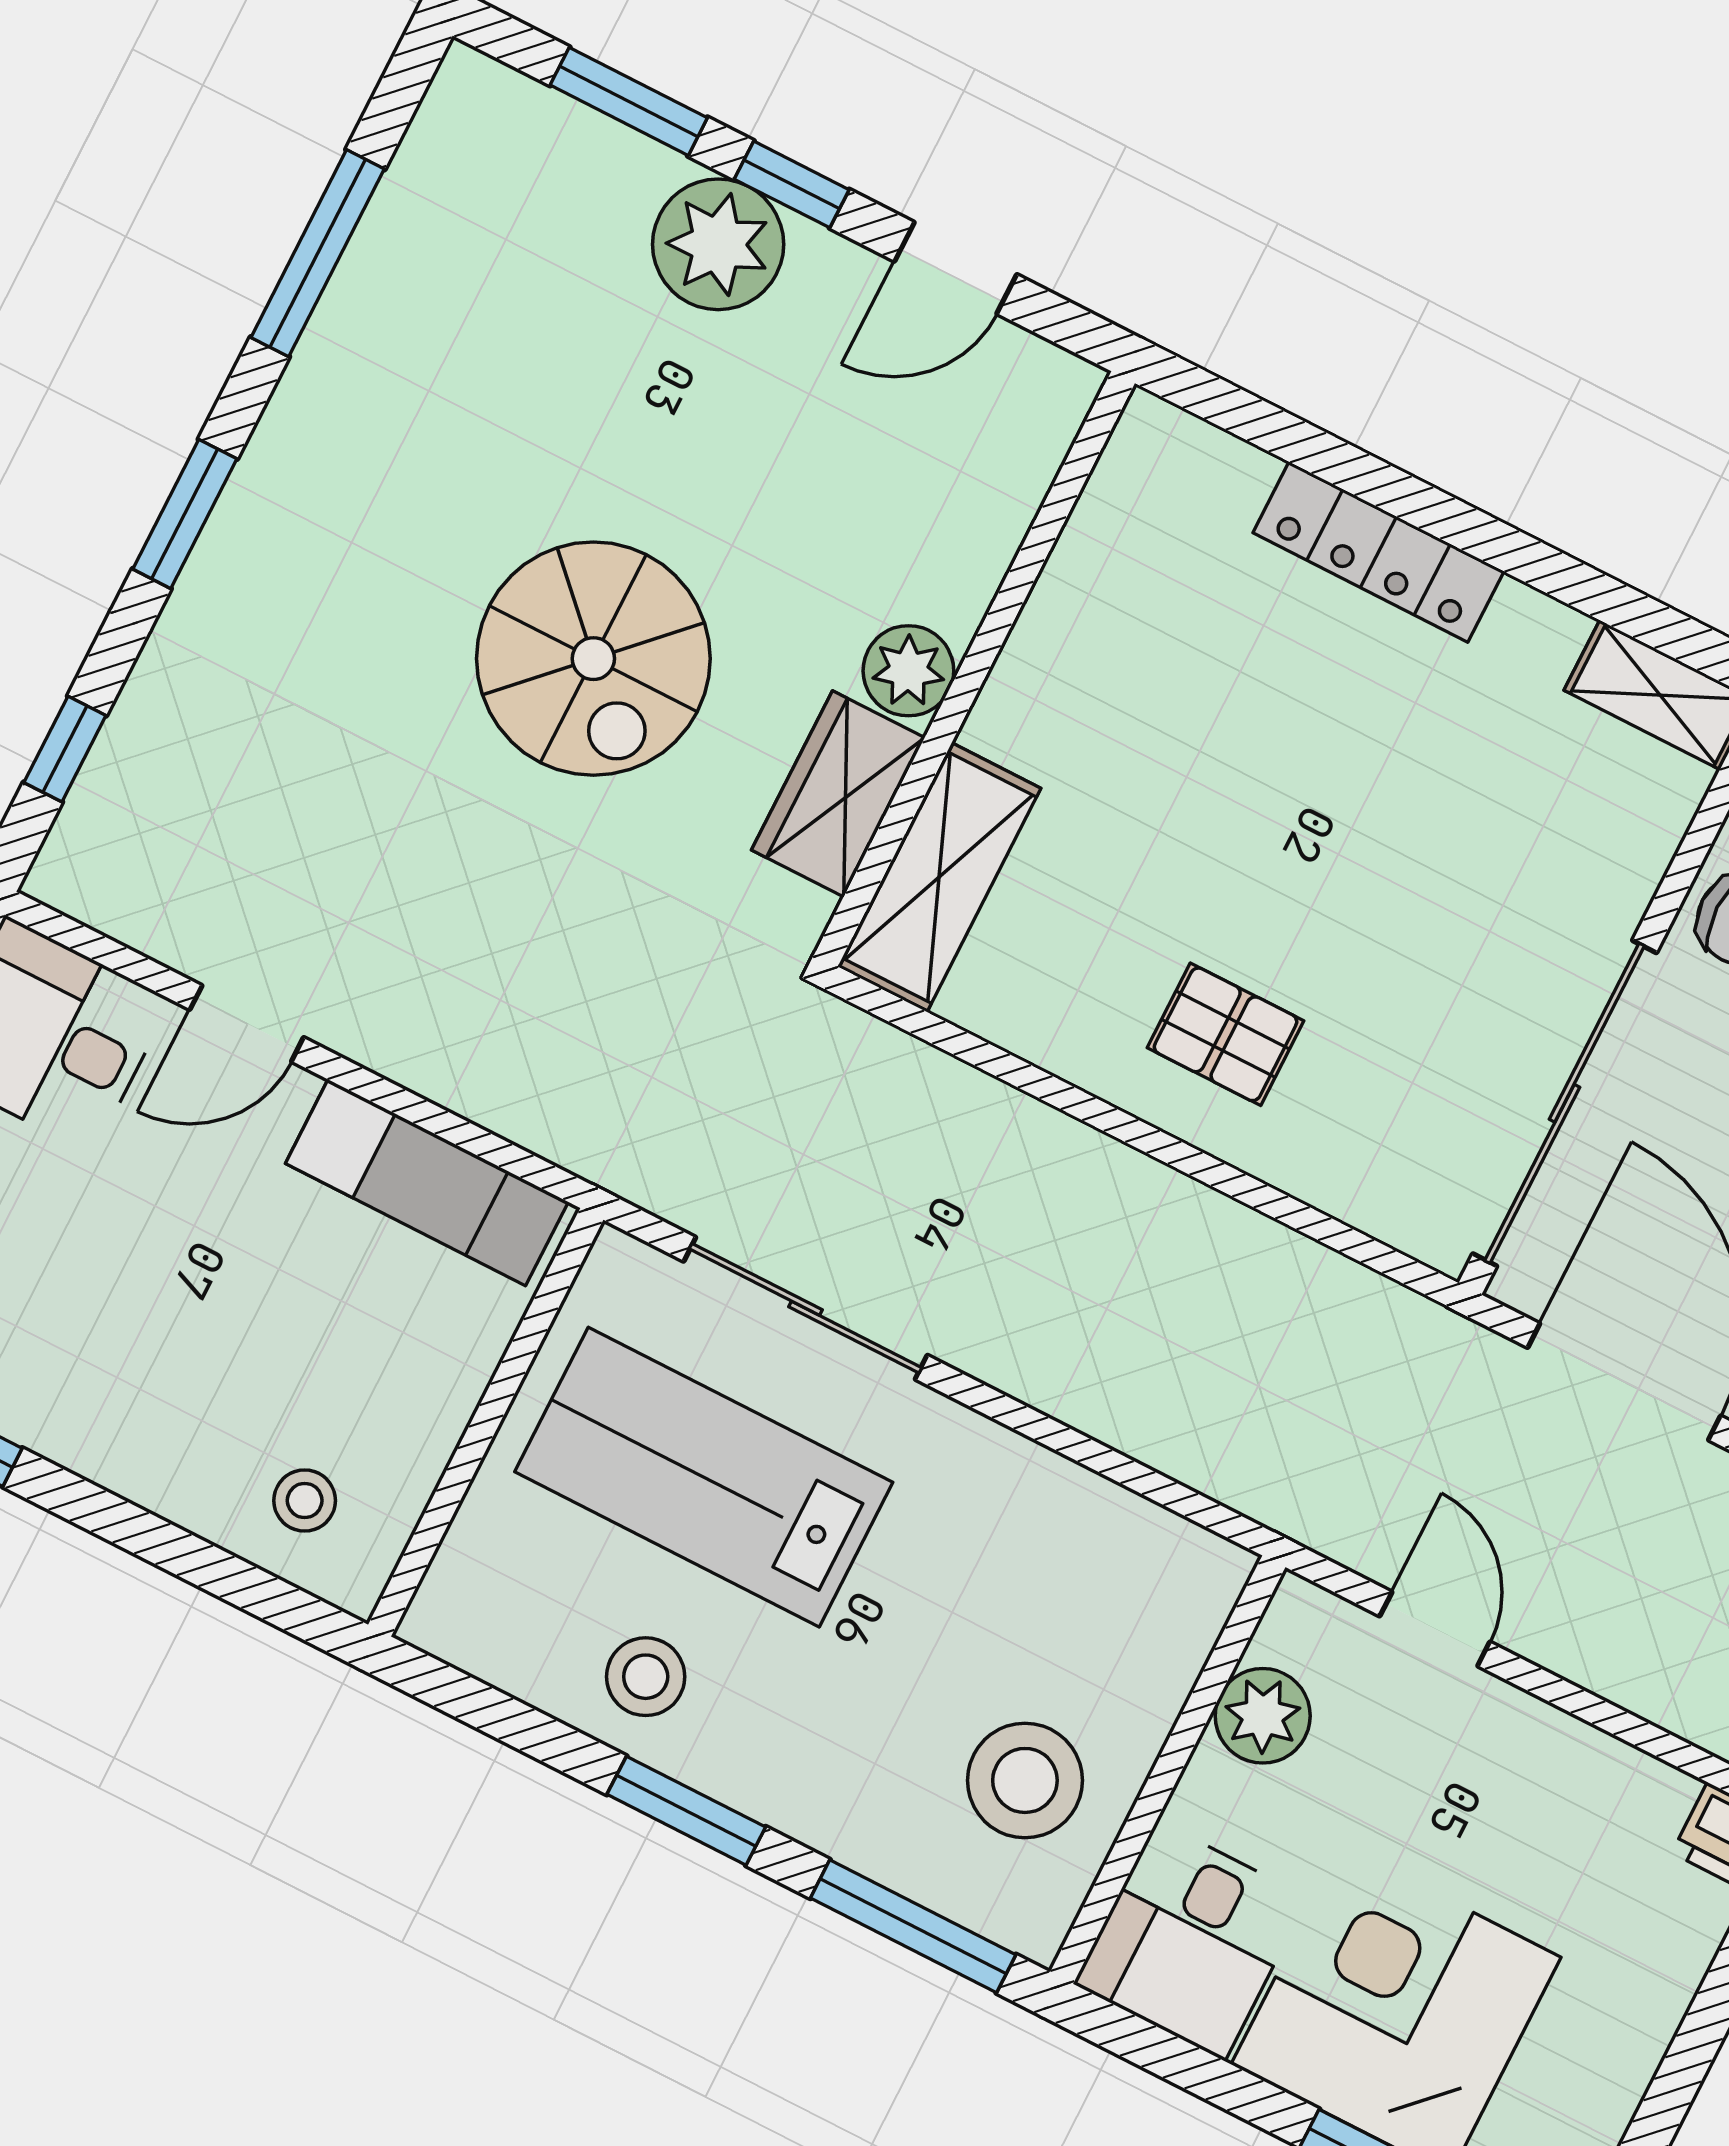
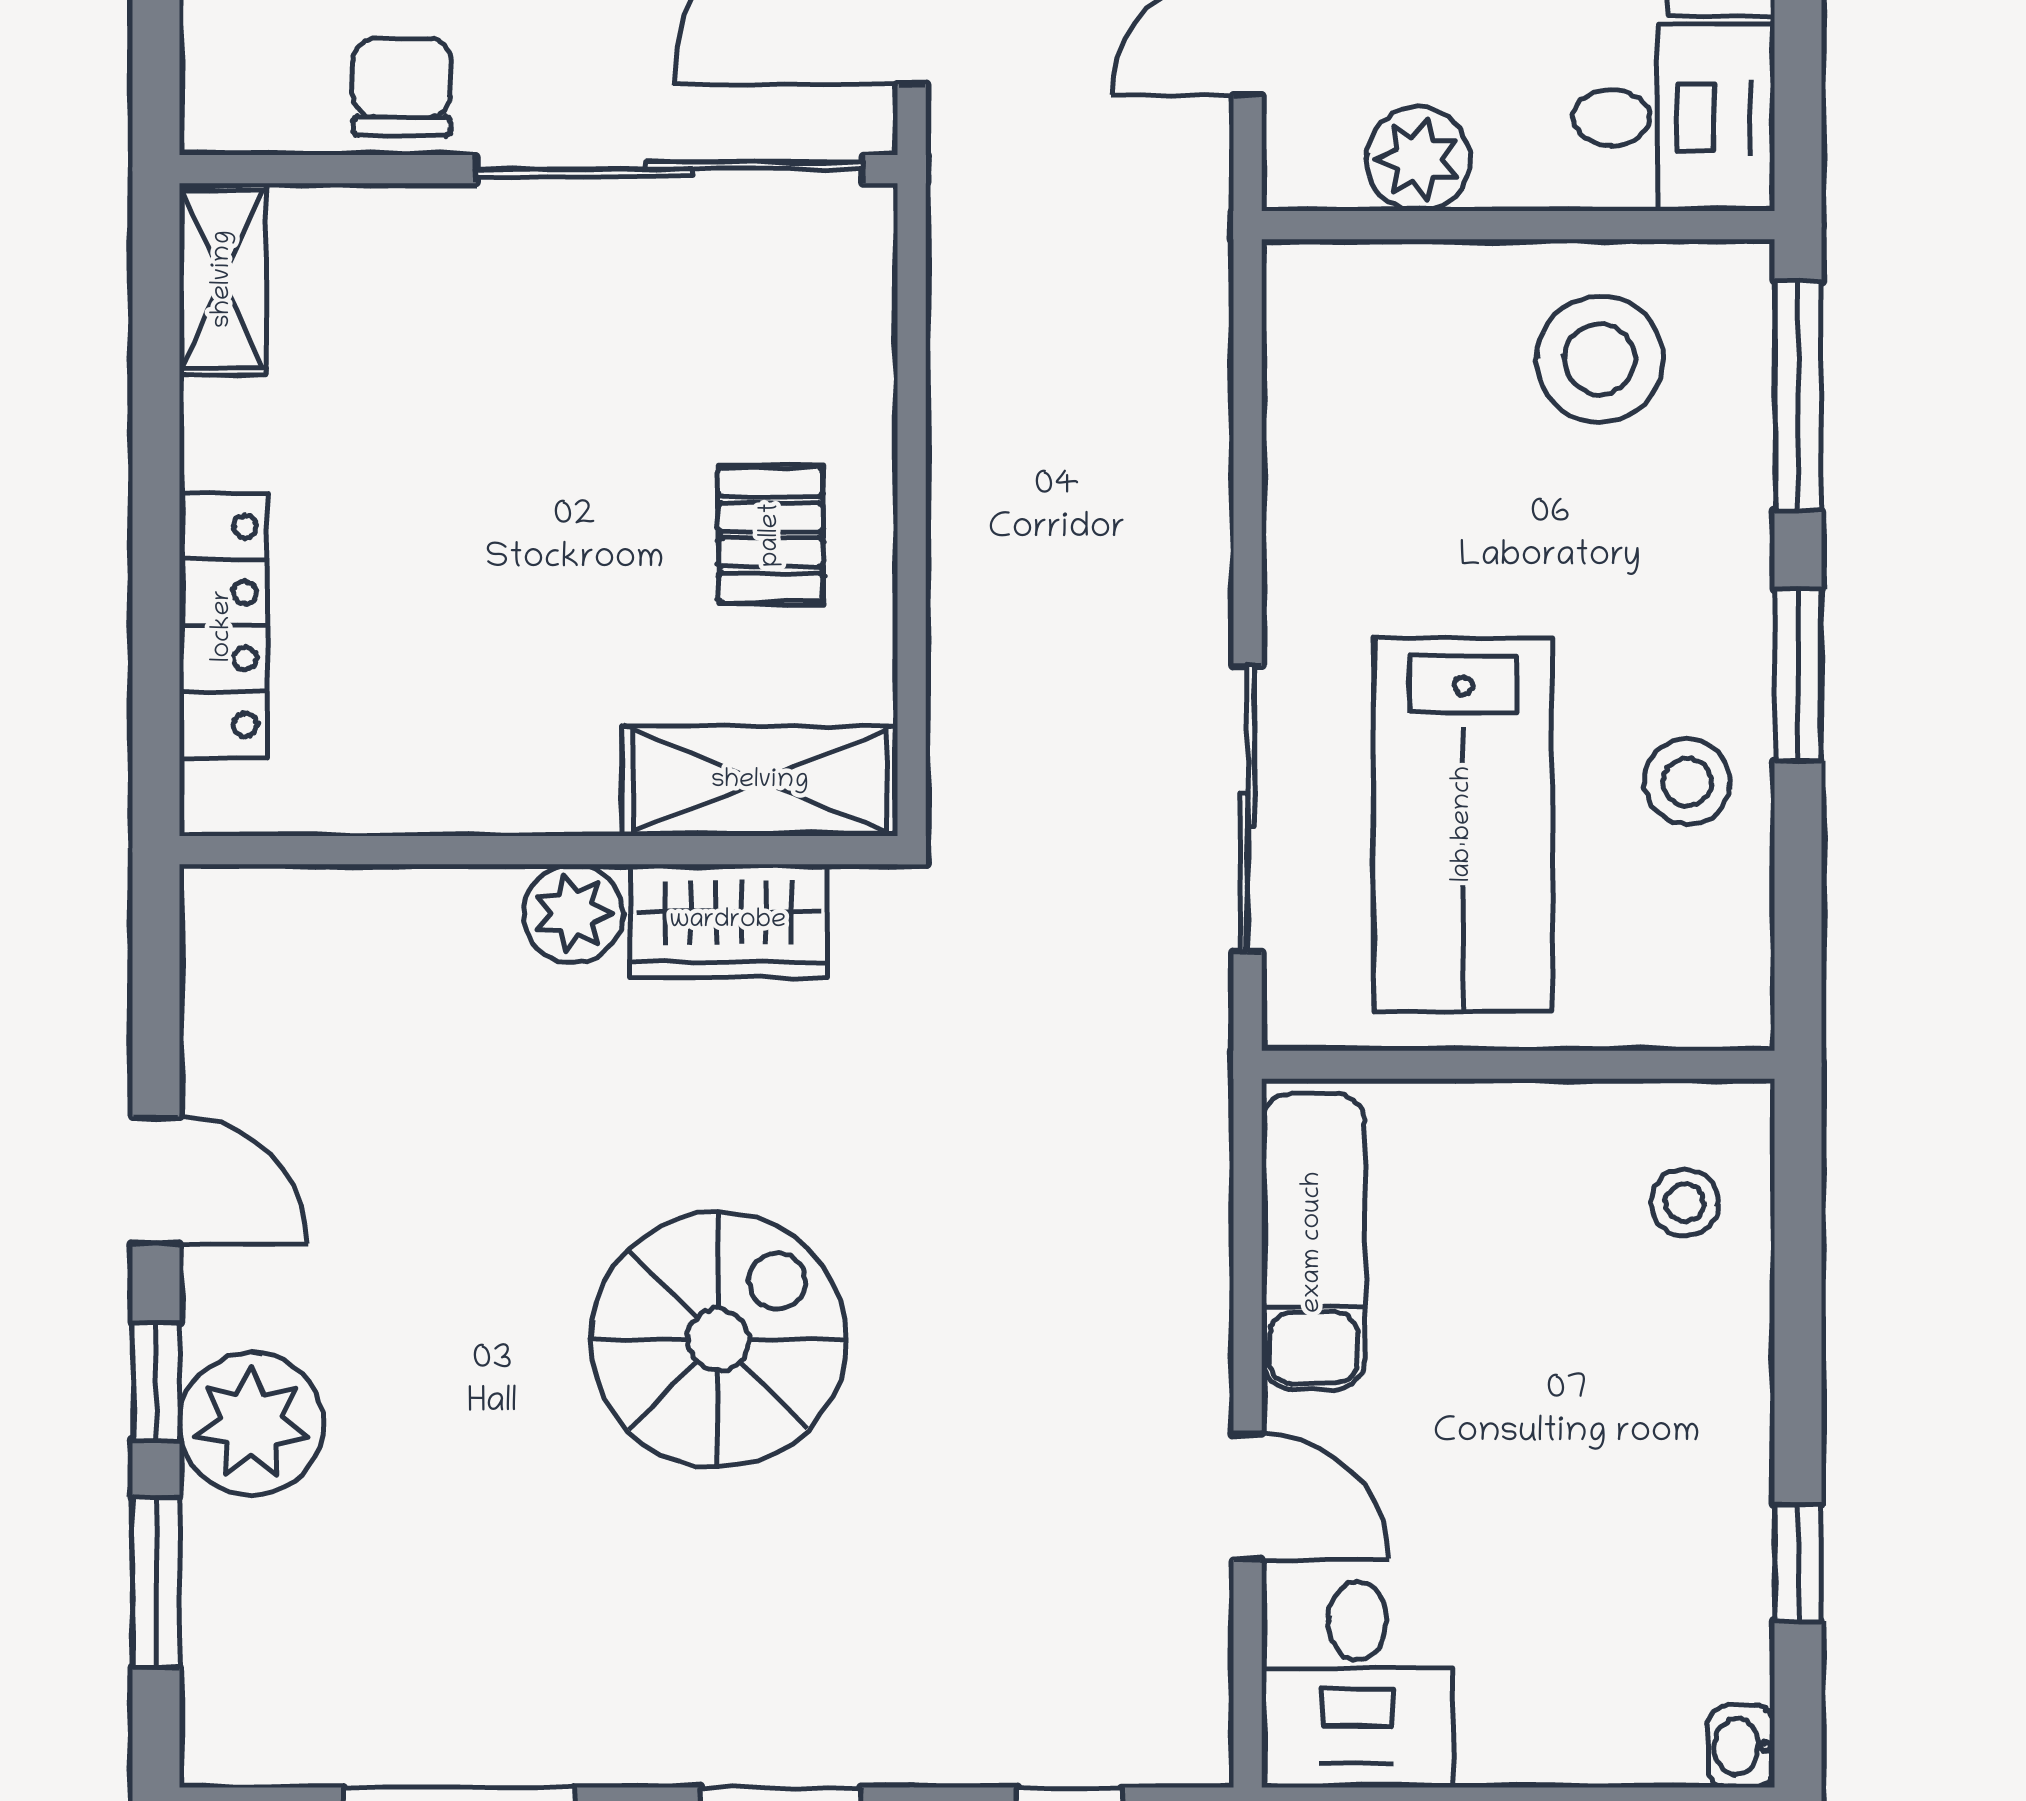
wall: (974, 669) -> (539, 850), moved
plant: (908, 671) -> (573, 914), moved
wardrobe: (838, 794) -> (728, 921), moved
shelving: (939, 877) -> (760, 781), moved

